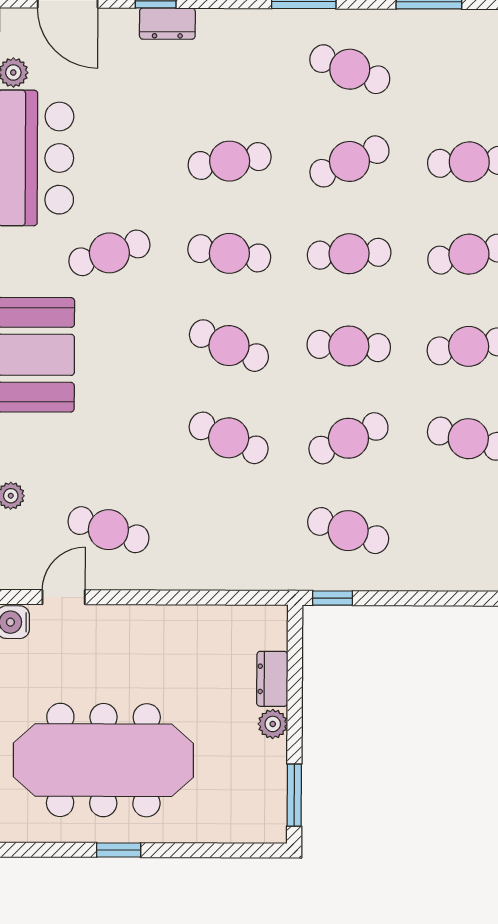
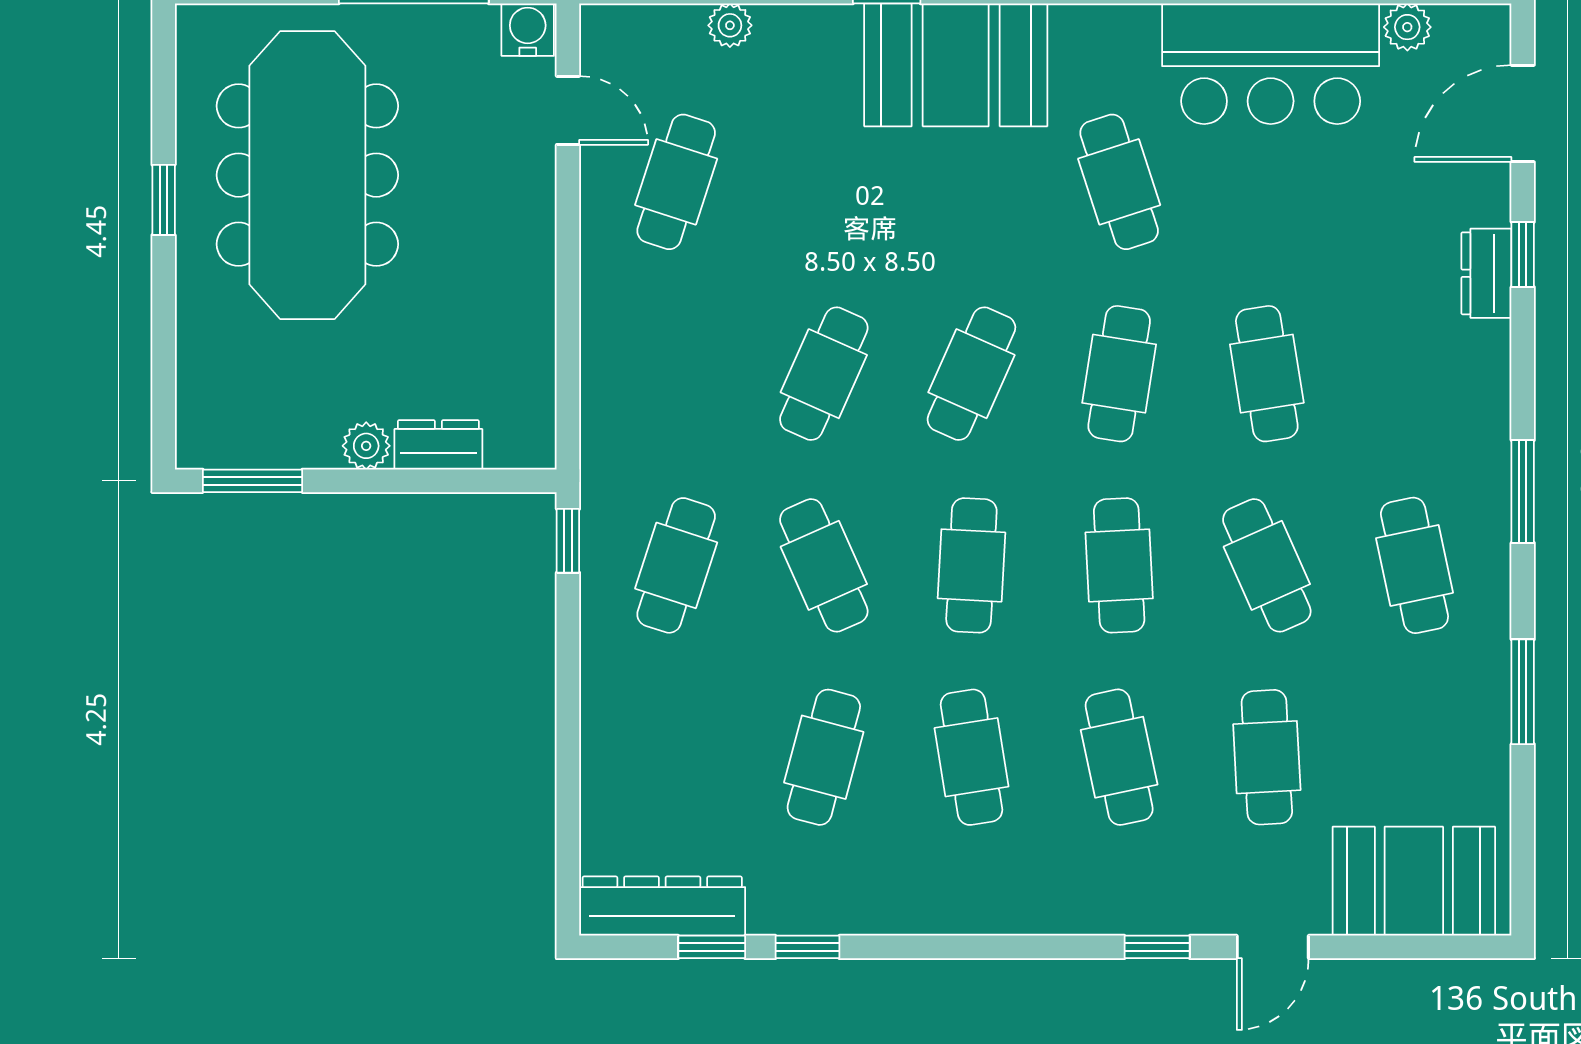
cafe table: (350, 69) -> (1414, 565), turned -33

